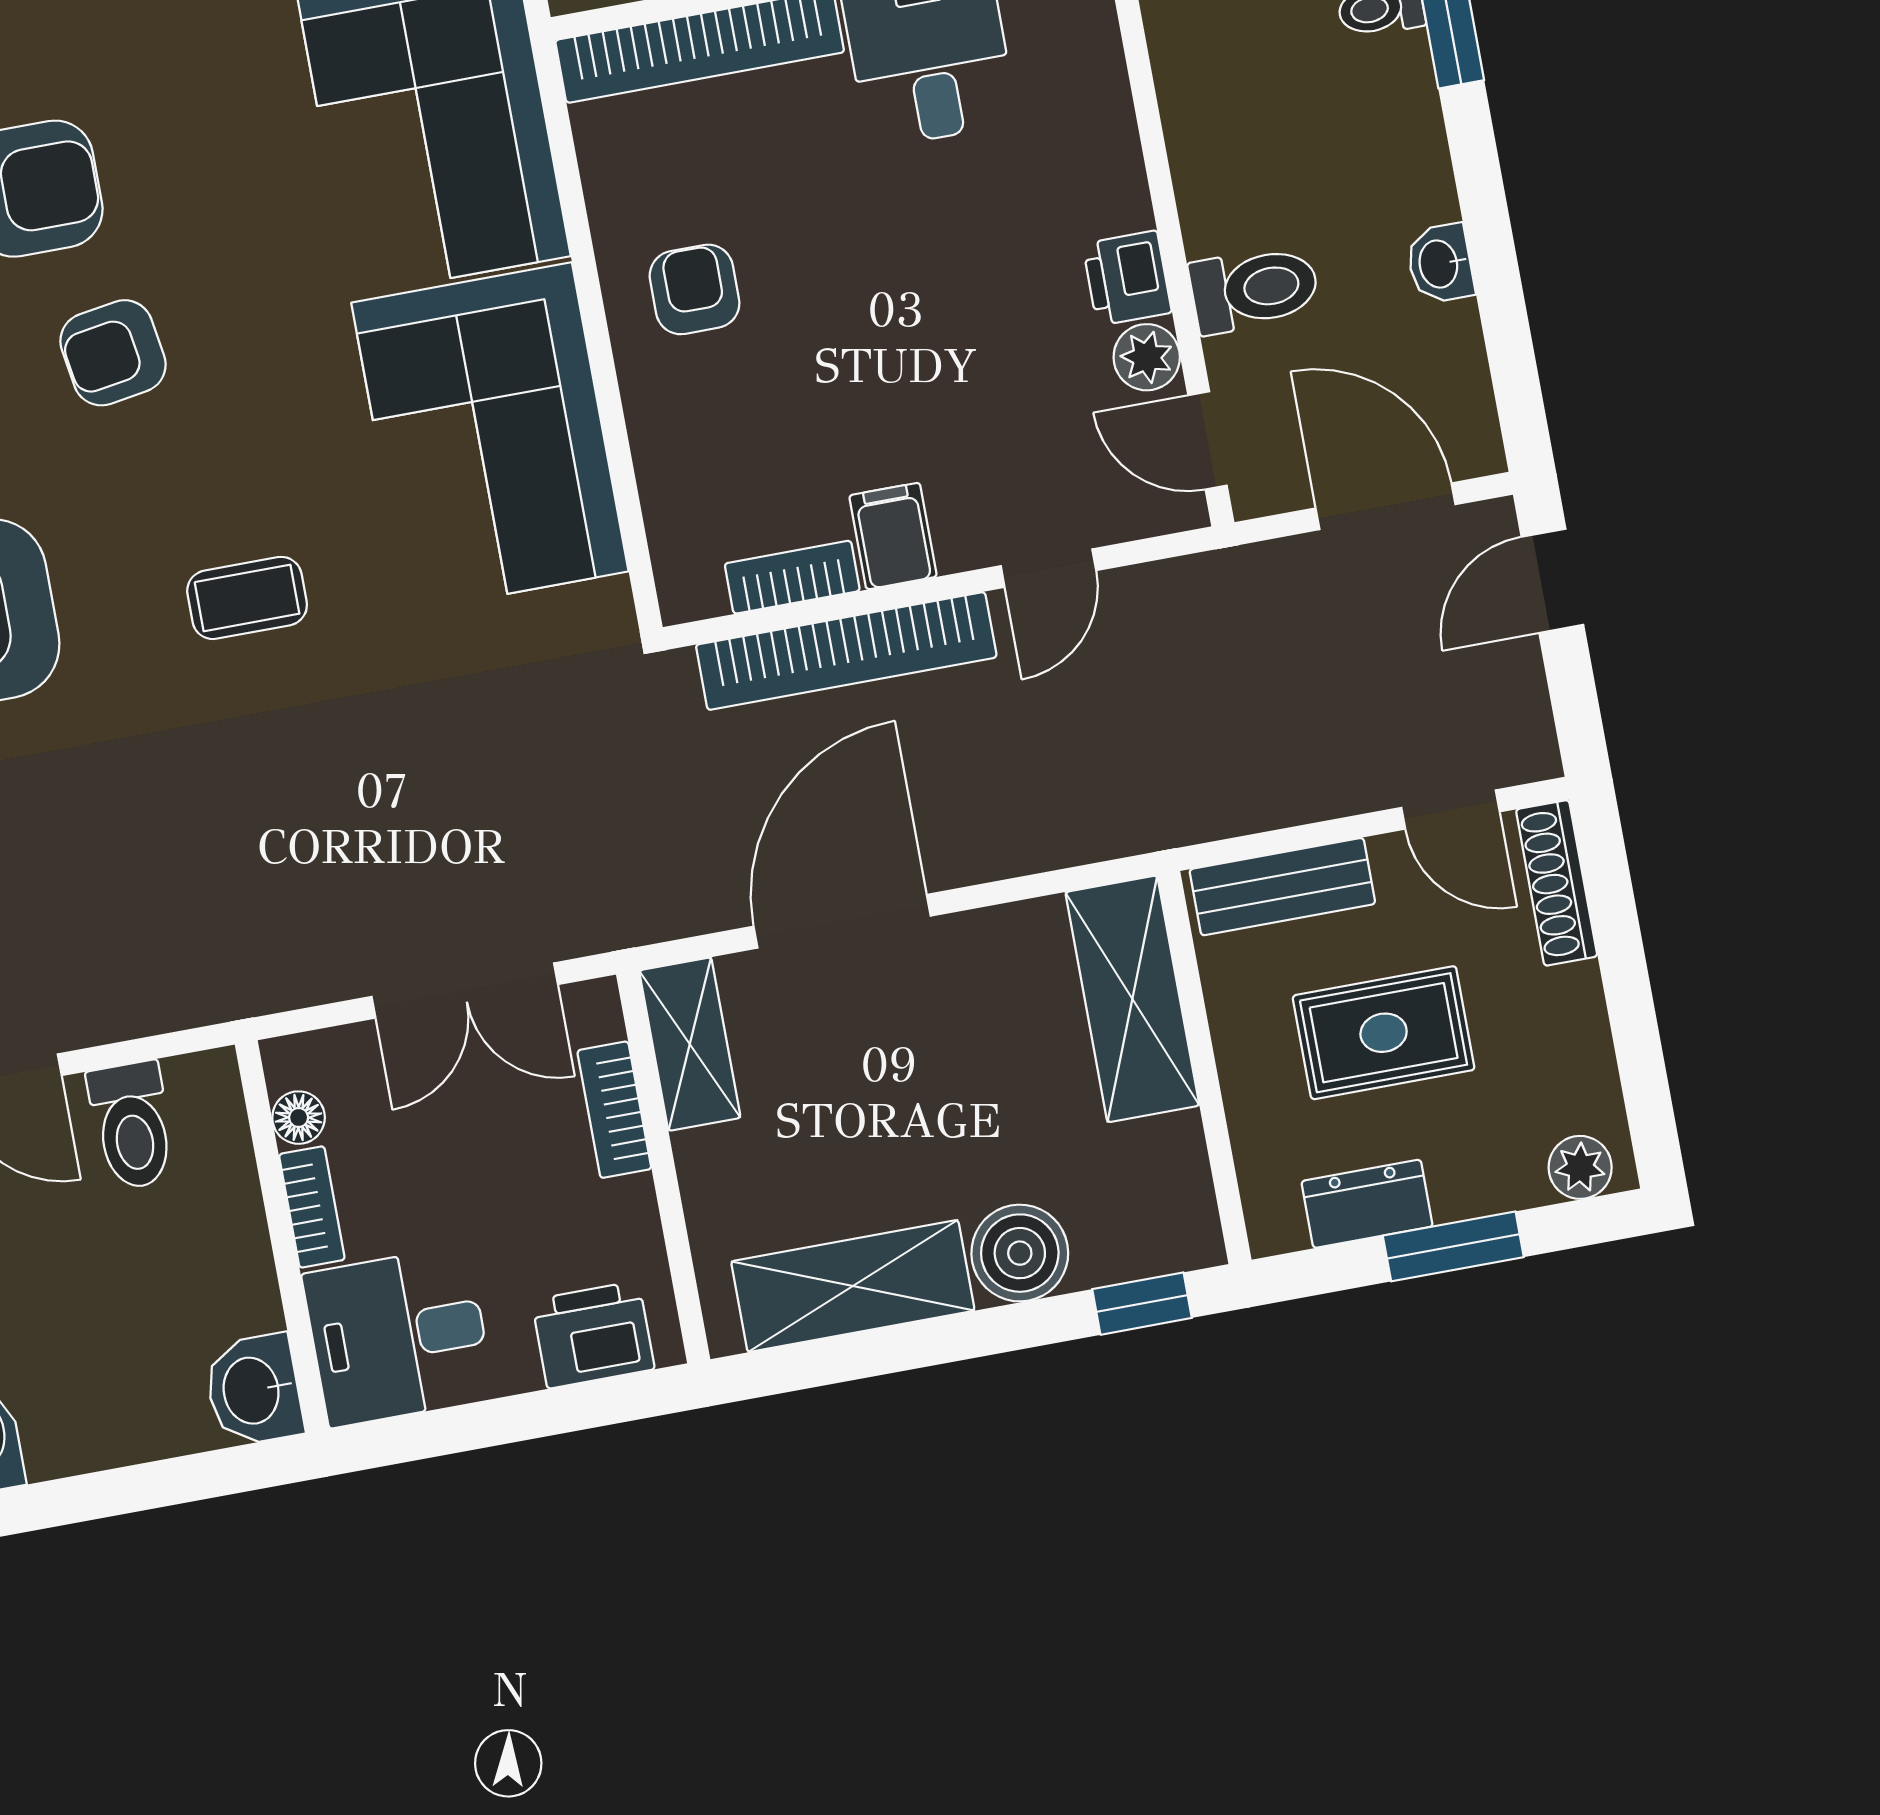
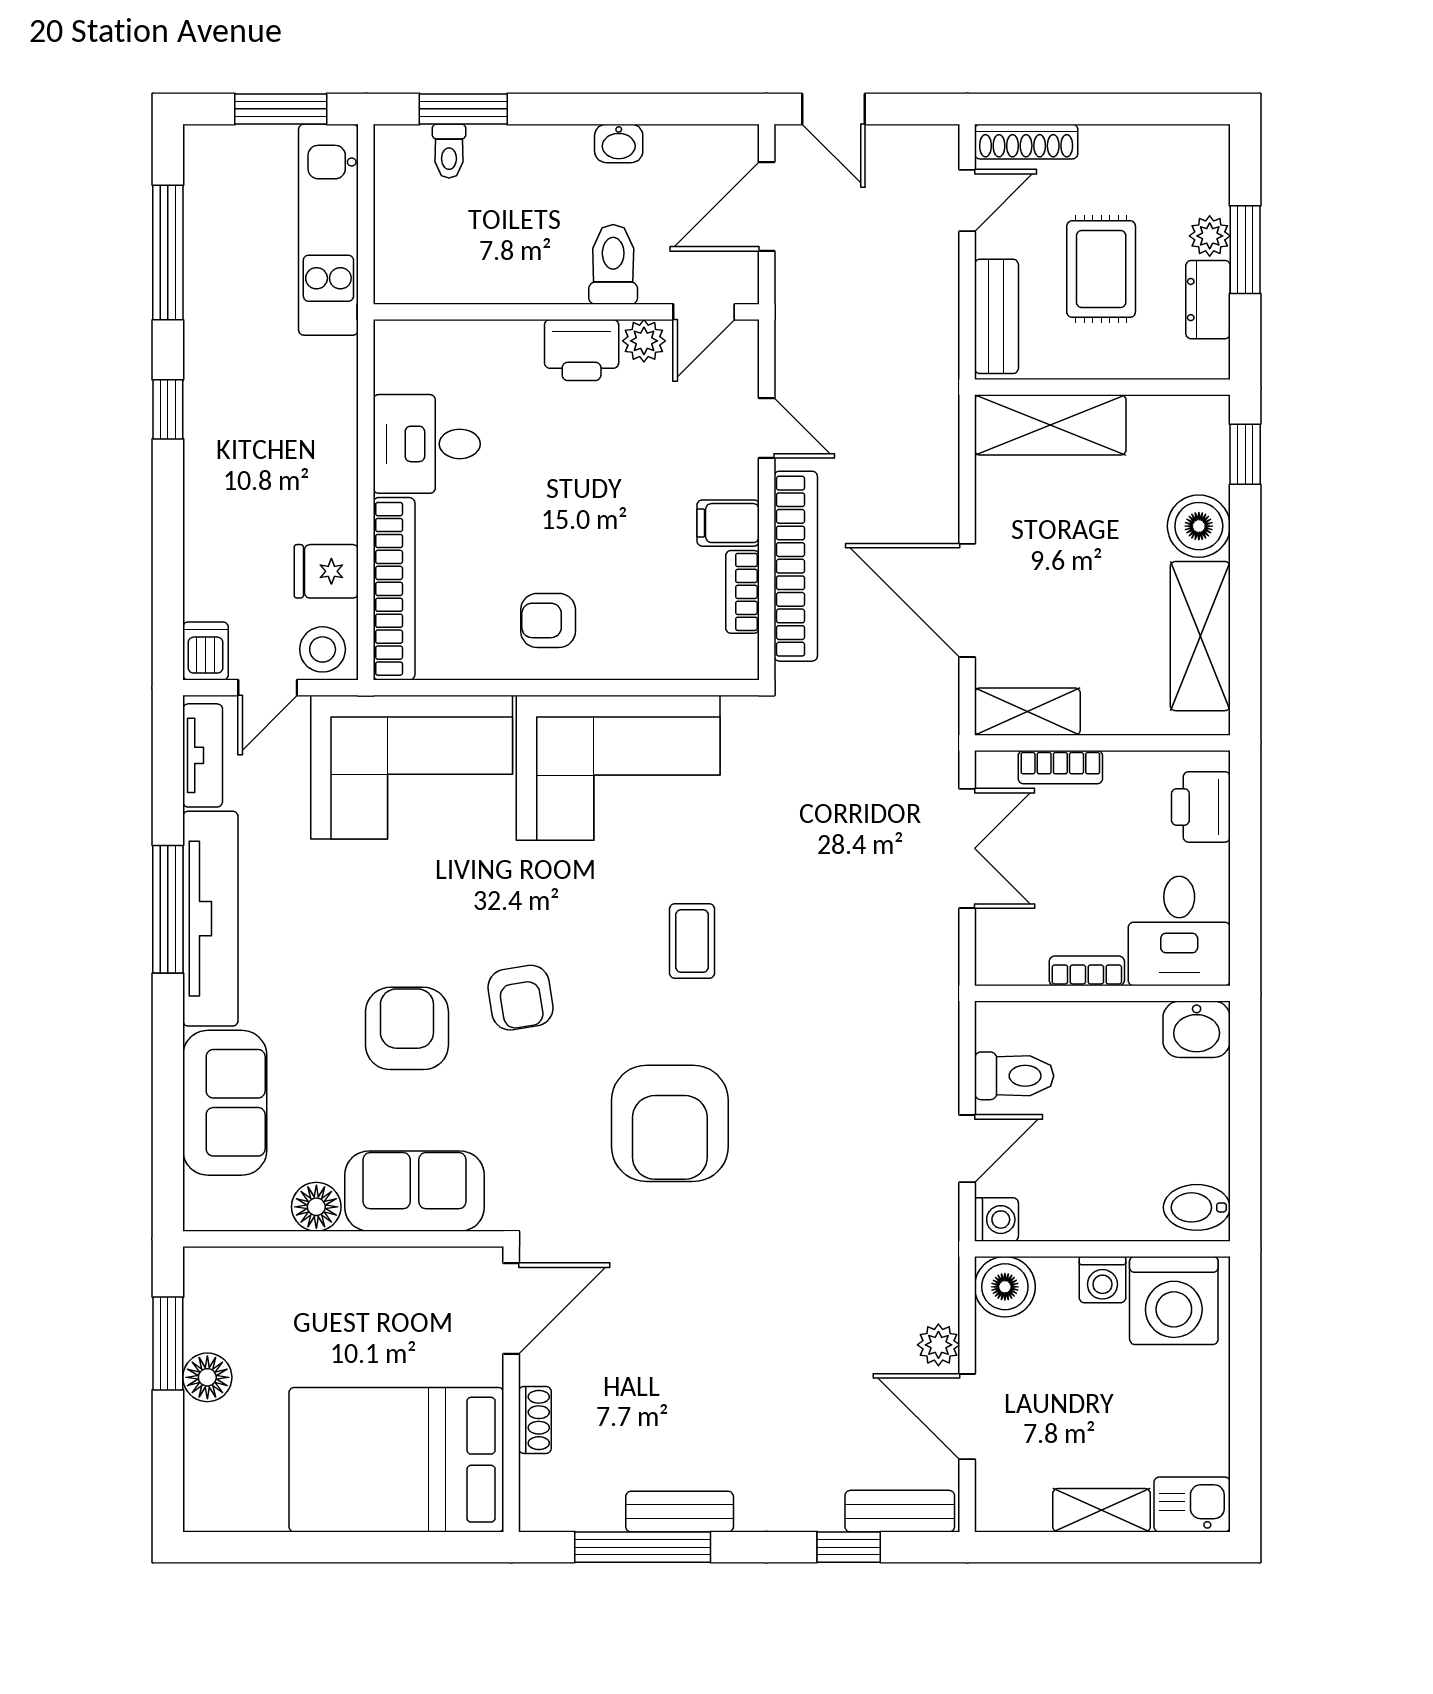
printer: (1127, 278) -> (582, 350), width x1.36, depth x1.24
floor lamp: (299, 1118) -> (1028, 969), removed
plant: (1580, 1167) -> (1210, 236), moved

